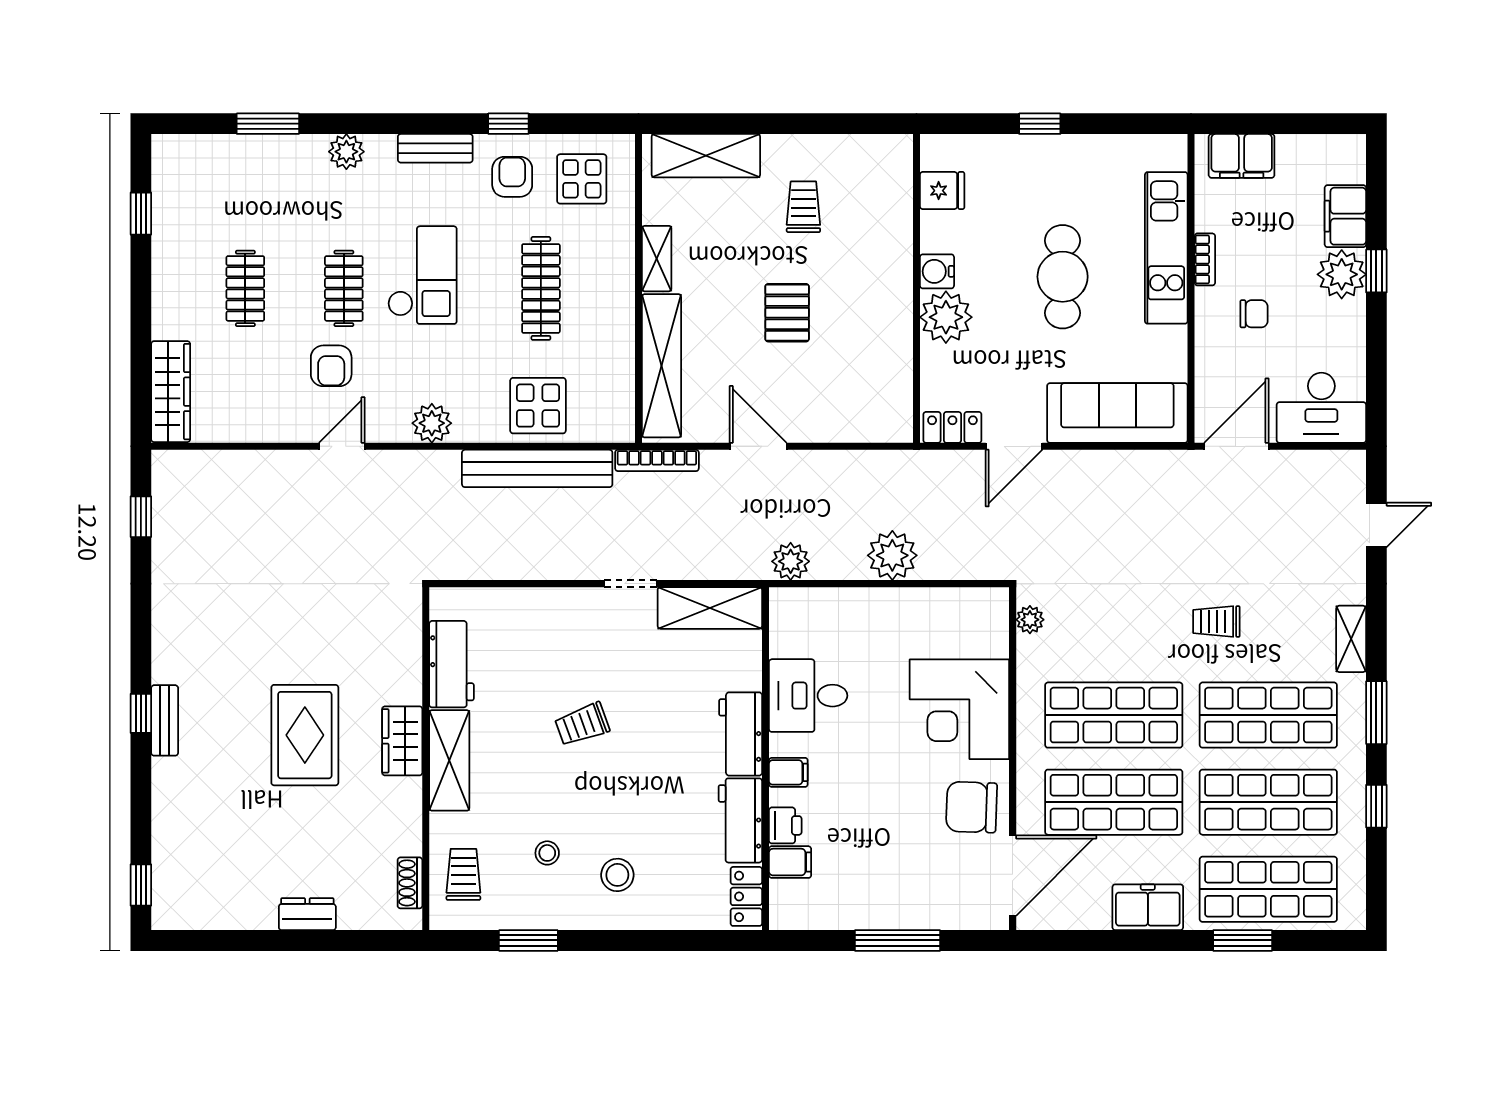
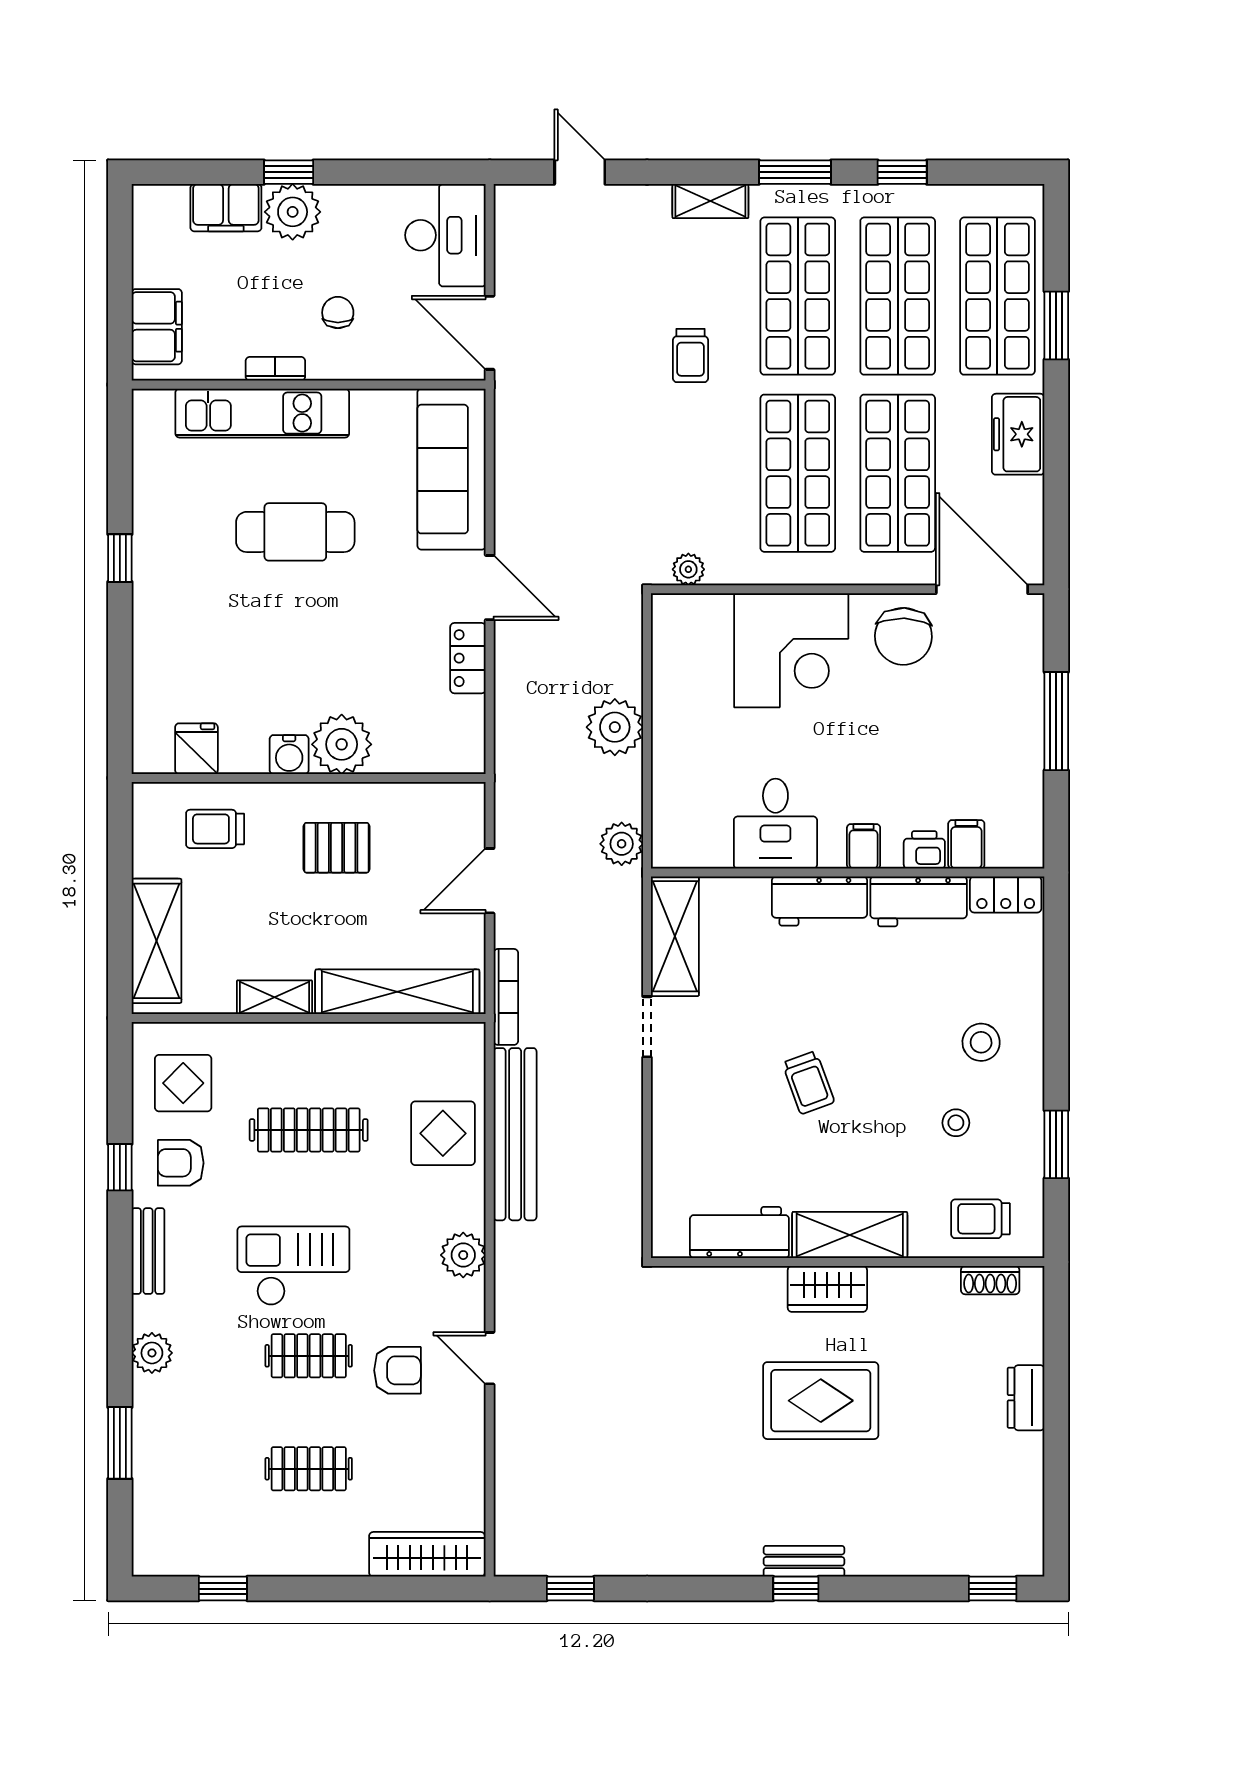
fridge: (942, 191) -> (196, 749), moved
water cooler: (937, 271) -> (289, 755), moved
wall: (916, 288) -> (309, 778), moved
plant: (946, 317) -> (342, 744), moved

